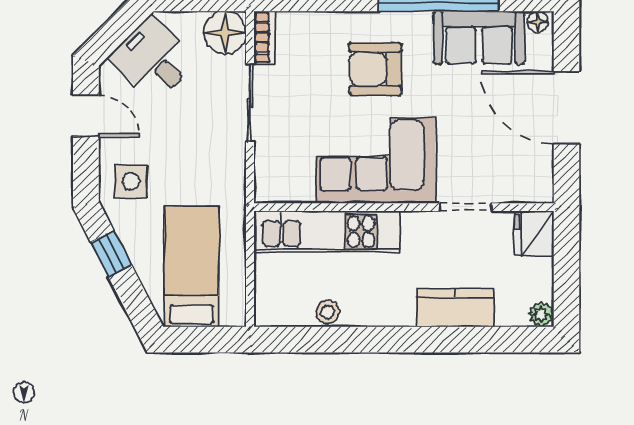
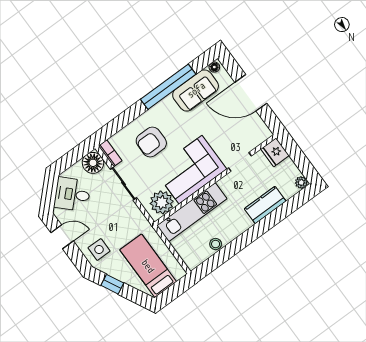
armchair: (375, 69) -> (151, 142), moved
plant: (289, 179) -> (162, 202), added

